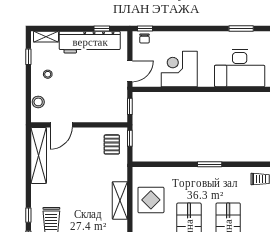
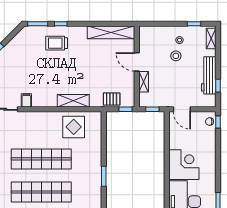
workbench: (90, 42) -> (209, 75), width x0.73, depth x0.76
corner desk: (179, 69) -> (184, 165), moved
stool: (38, 102) -> (176, 56), moved
shelving: (97, 117) -> (144, 82), added
door: (61, 125) -> (137, 62), moved
pallet: (112, 144) -> (112, 99), moved

